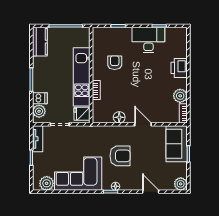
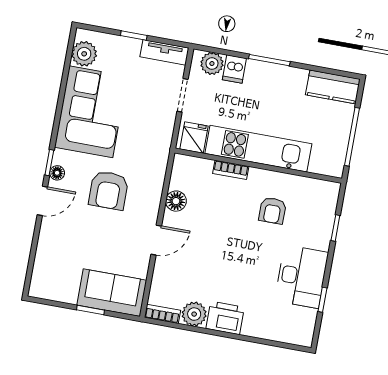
armchair: (115, 63) -> (273, 211), turned 90
printer: (179, 68) -> (225, 318), moved
plant: (181, 184) -> (41, 287), removed
door: (151, 192) -> (42, 201), moved

